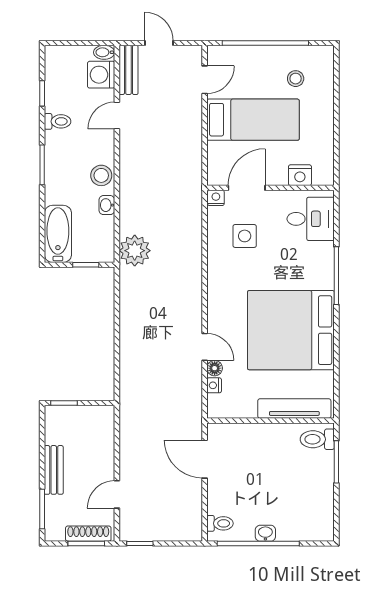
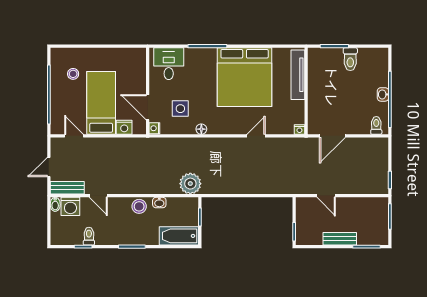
toilet: (58, 121) -> (89, 236), moved
nightstand: (300, 175) -> (124, 127), moved, turned 90
floor lamp: (215, 368) -> (201, 129), moved
nightstand: (214, 385) -> (299, 129), moved
toilet: (317, 439) -> (350, 59), moved
door: (117, 494) -> (326, 196), moved
shoe rack: (88, 534) -> (383, 215), removed

